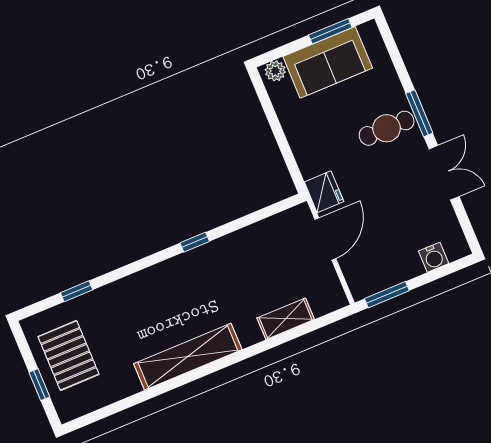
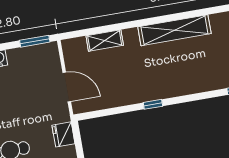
fridge: (324, 192) -> (63, 134), moved
door: (325, 239) -> (67, 87), swing flipped

